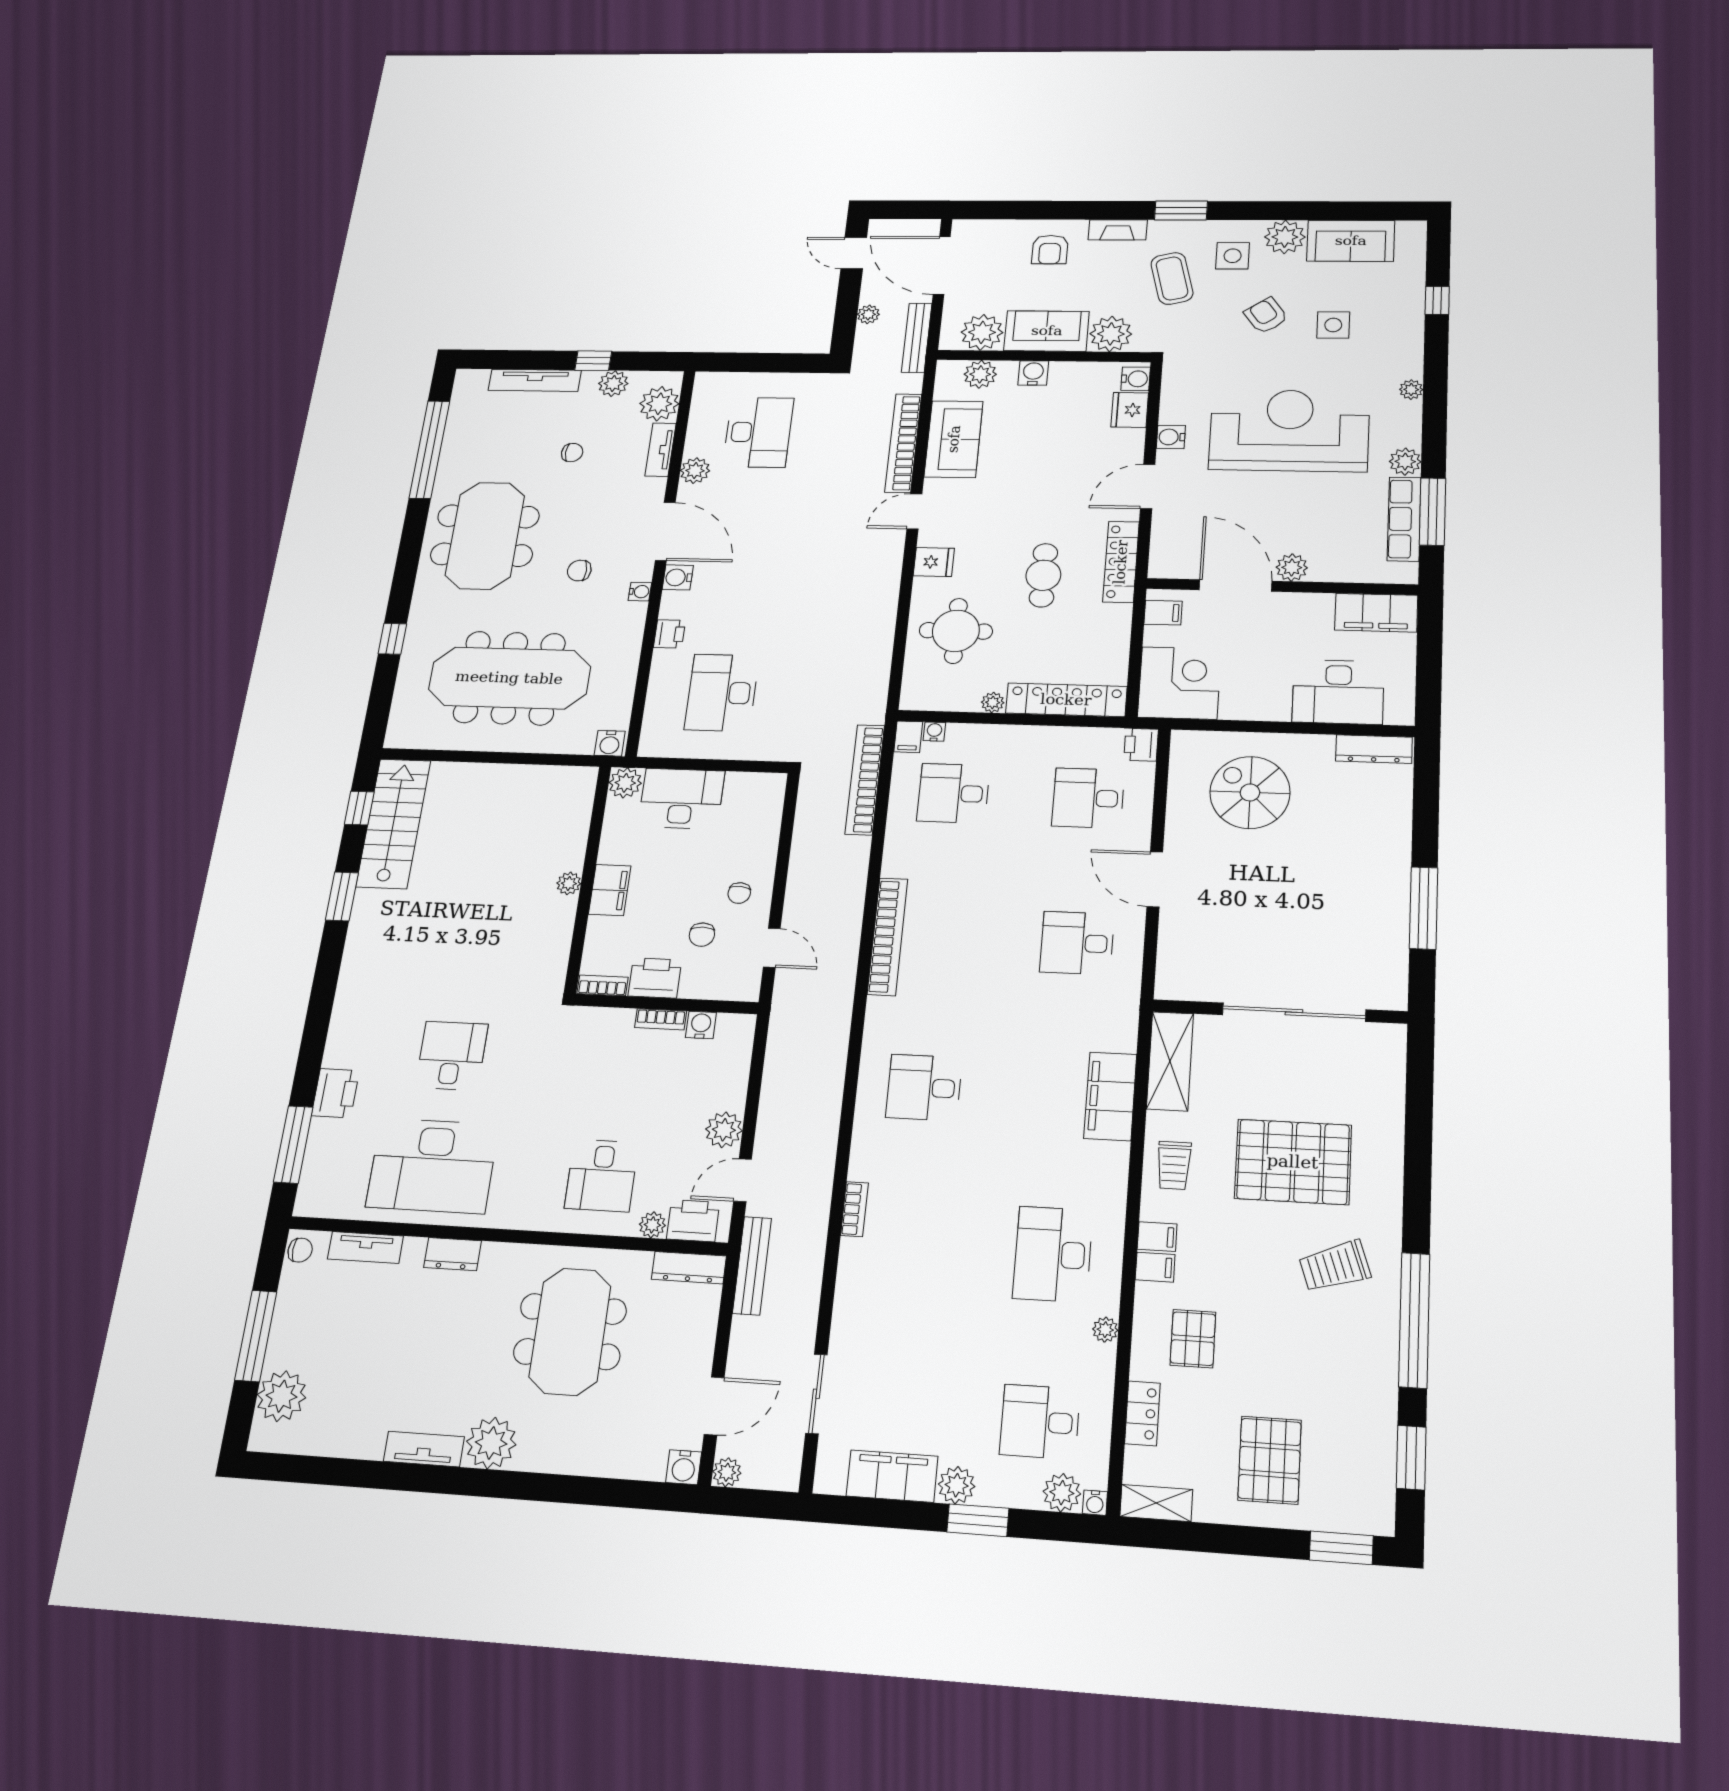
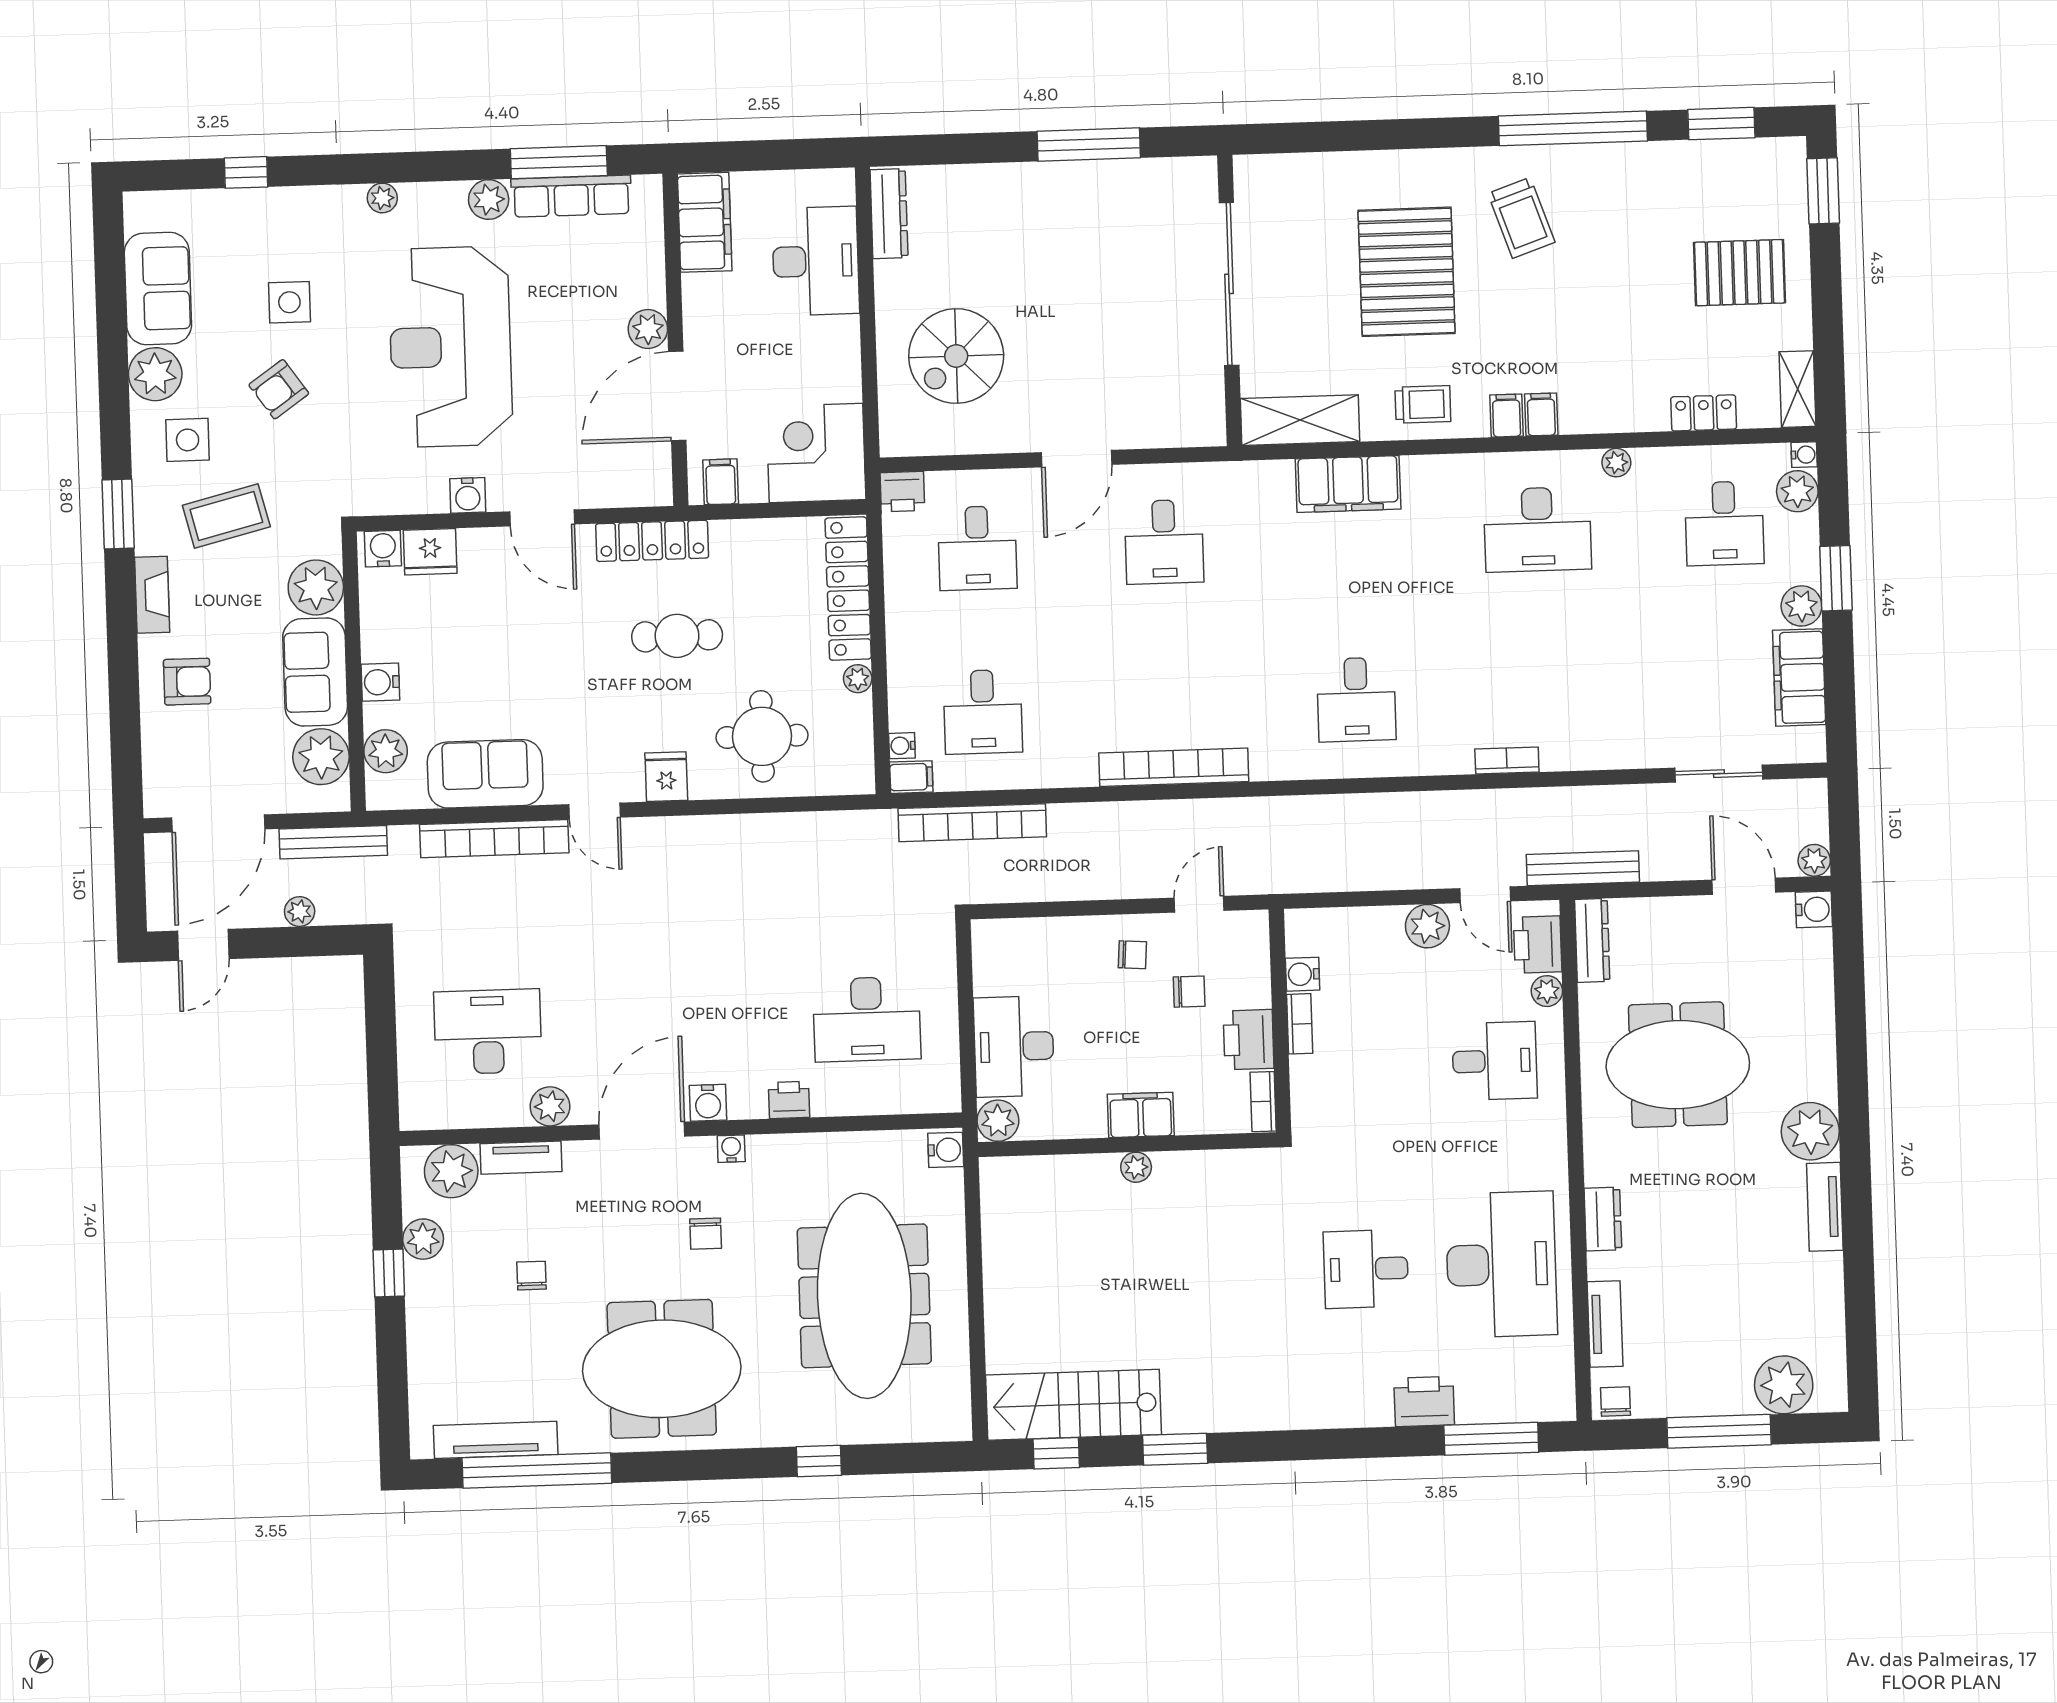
tv unit: (535, 380) -> (496, 1440), moved, turned -90
pallet: (1193, 1339) -> (1617, 366), removed

